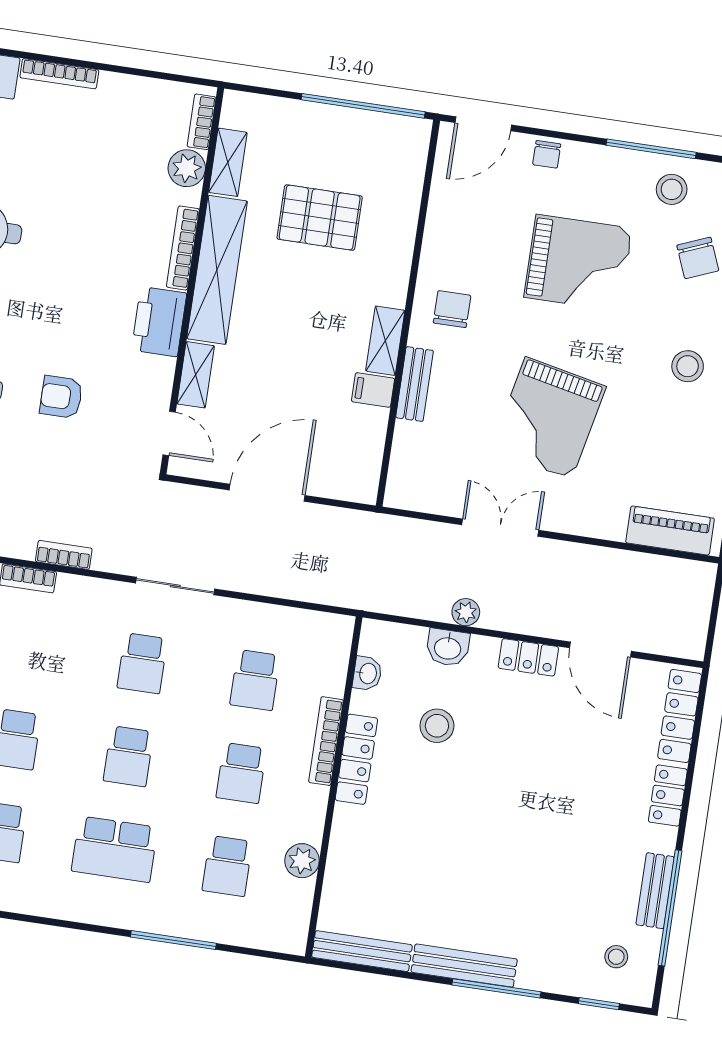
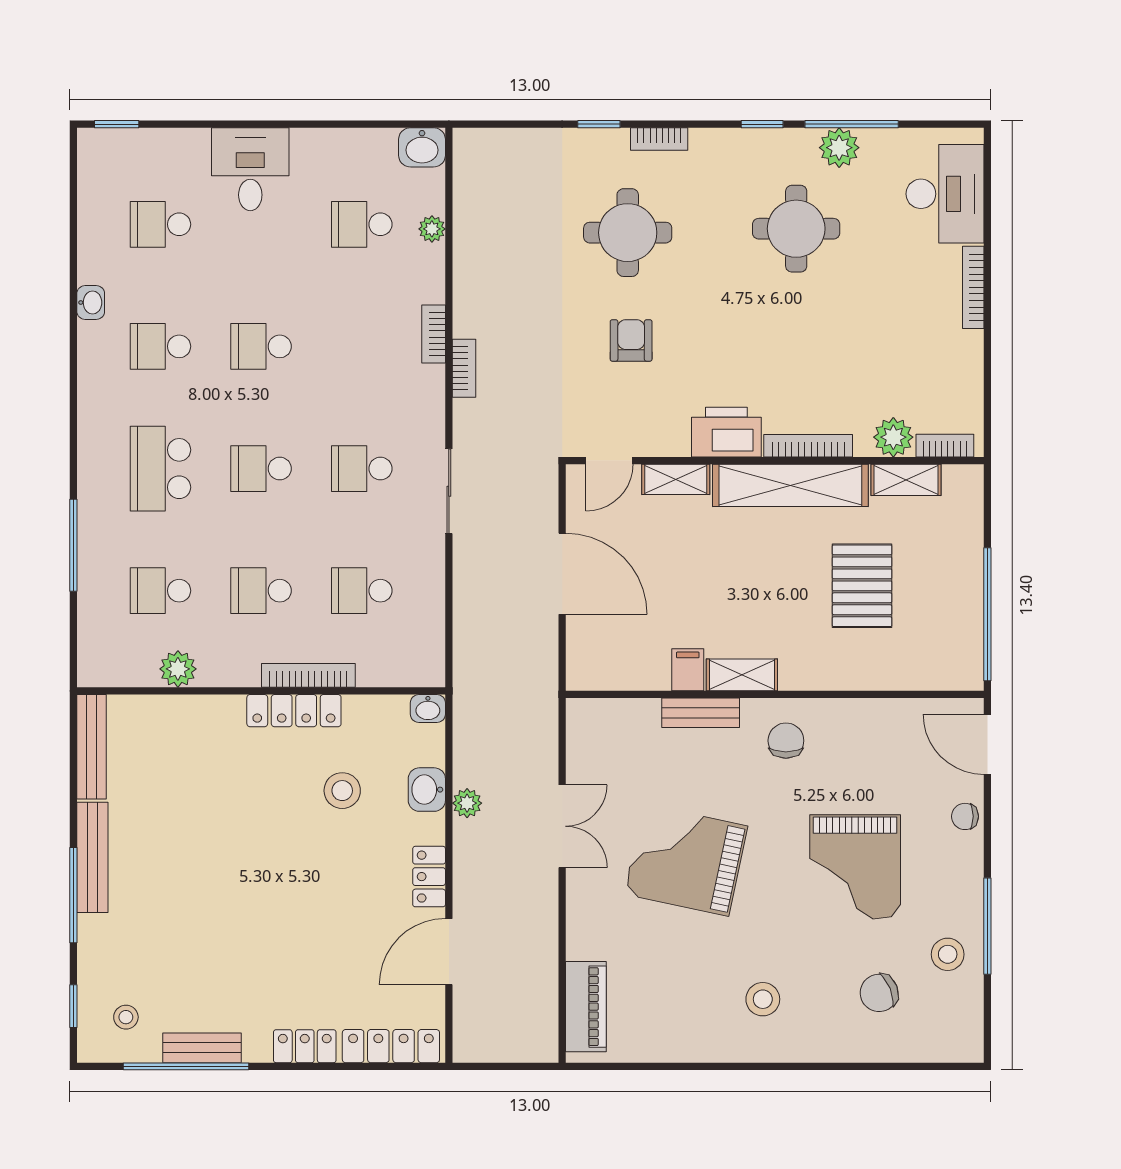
chair: (452, 309) -> (786, 741), turned -90
washbasin: (367, 673) -> (428, 708), moved

